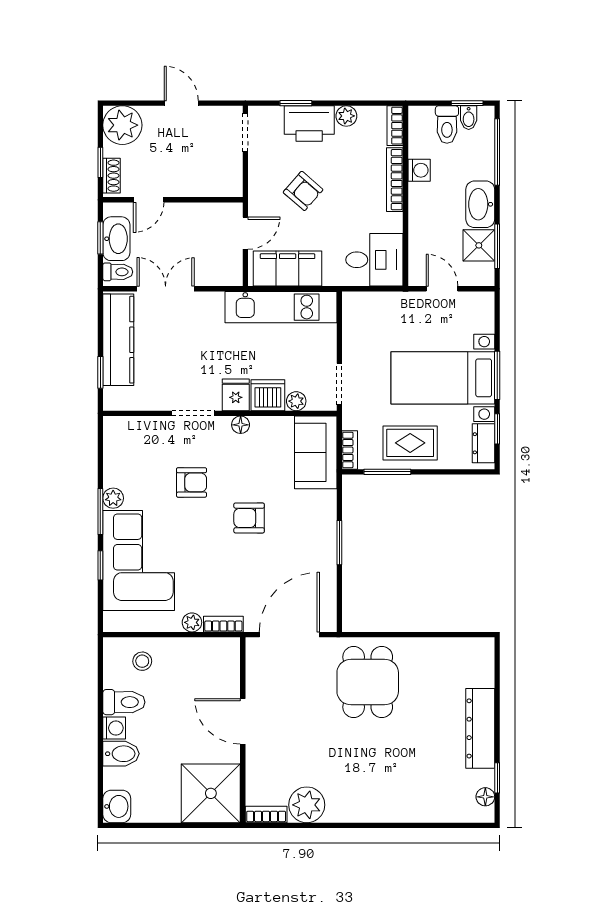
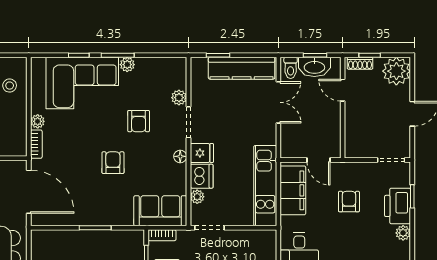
armchair: (303, 191) -> (349, 202), turned 139
plant: (159, 427) -> (179, 98), added

